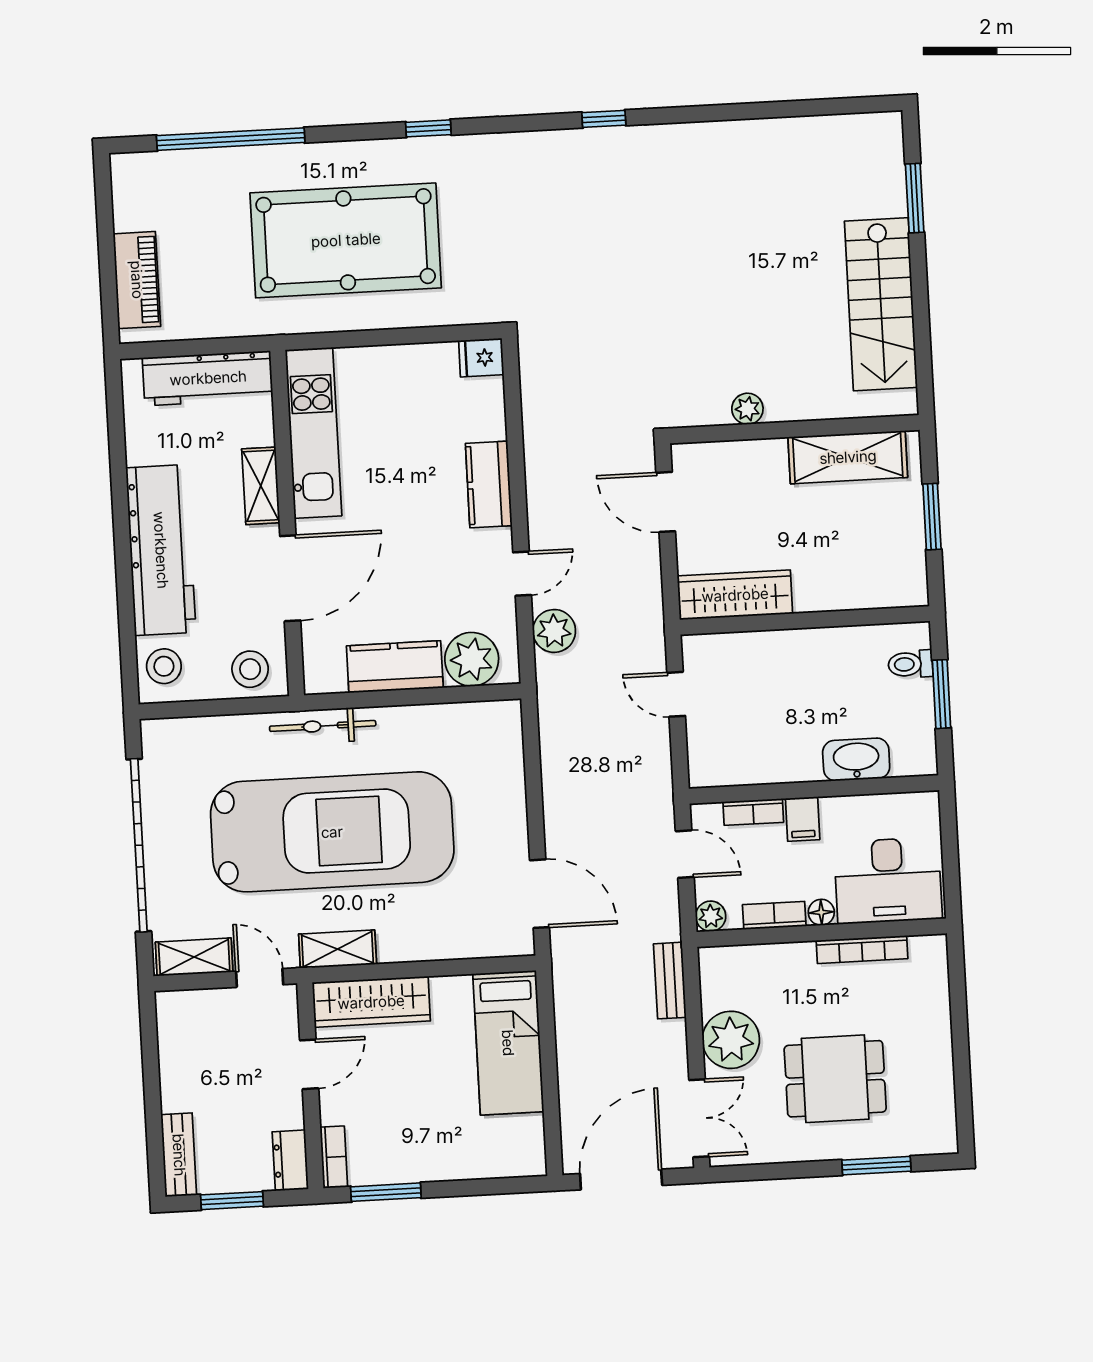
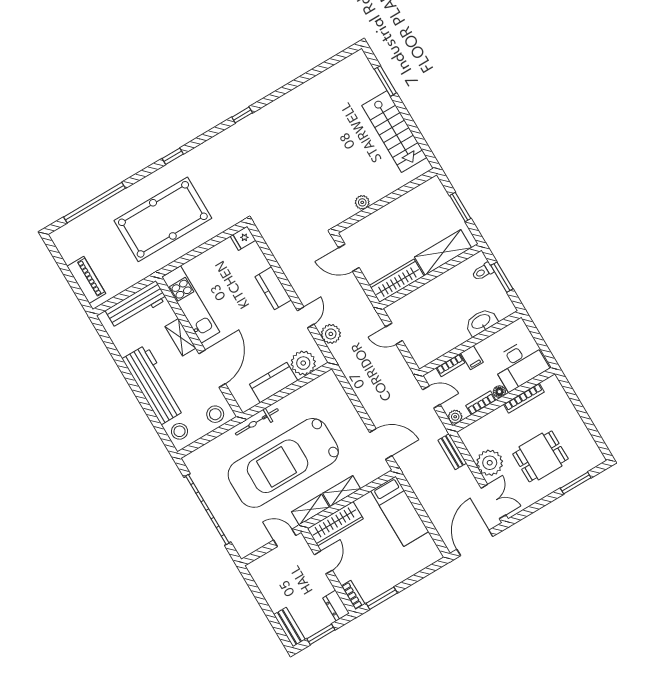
shelving: (848, 457) -> (443, 252), moved
car: (332, 832) -> (283, 463), turned 180
shelving: (194, 957) -> (342, 491), moved

